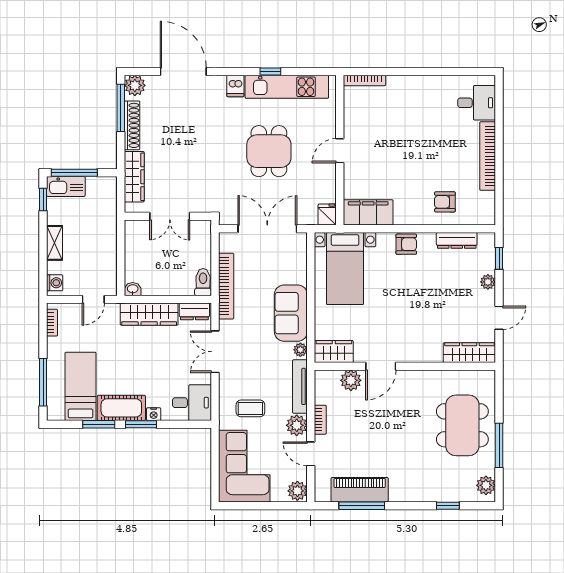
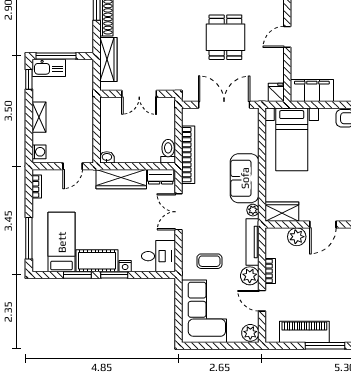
window: (362, 506) -> (325, 346), moved

